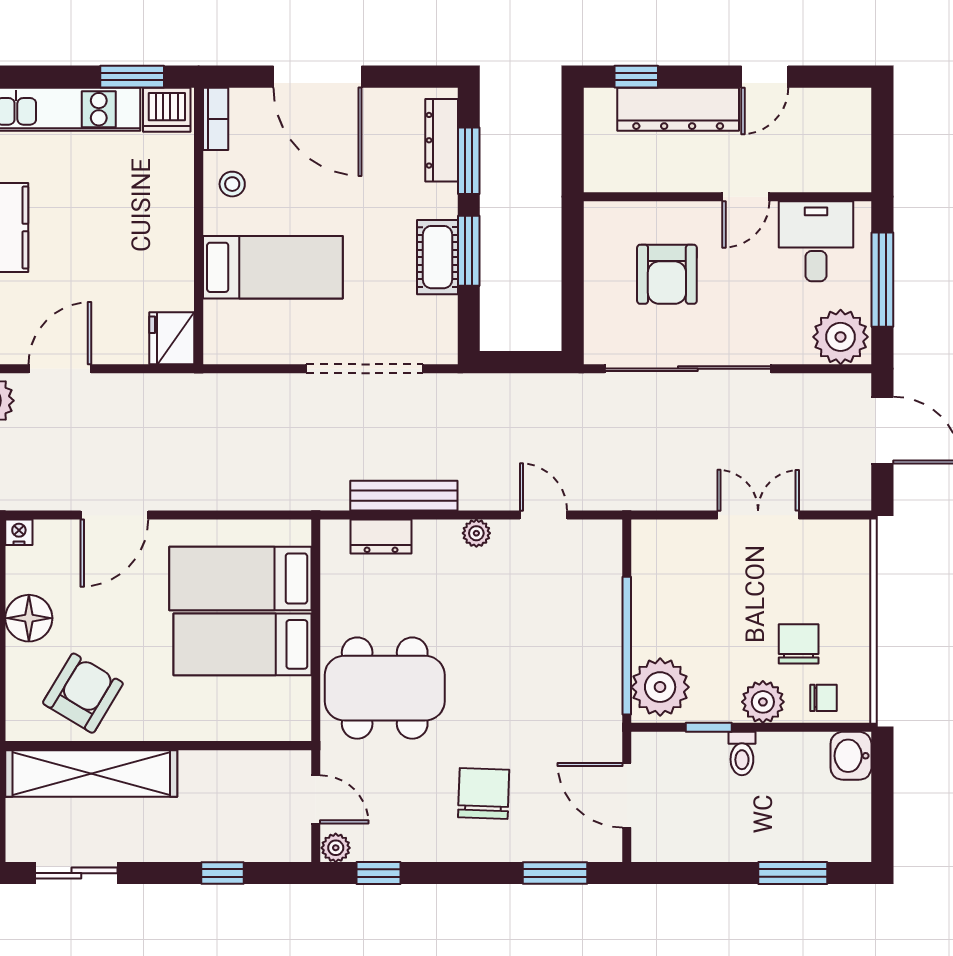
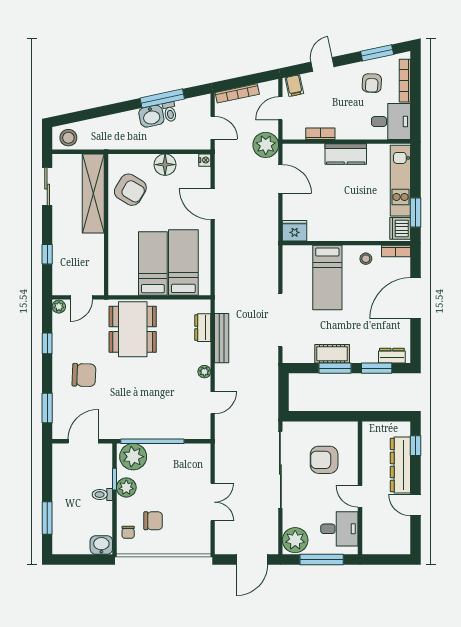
dresser: (442, 140) -> (392, 356), width x0.70
plant: (763, 702) -> (126, 487), moved
window: (378, 873) -> (47, 343), moved

